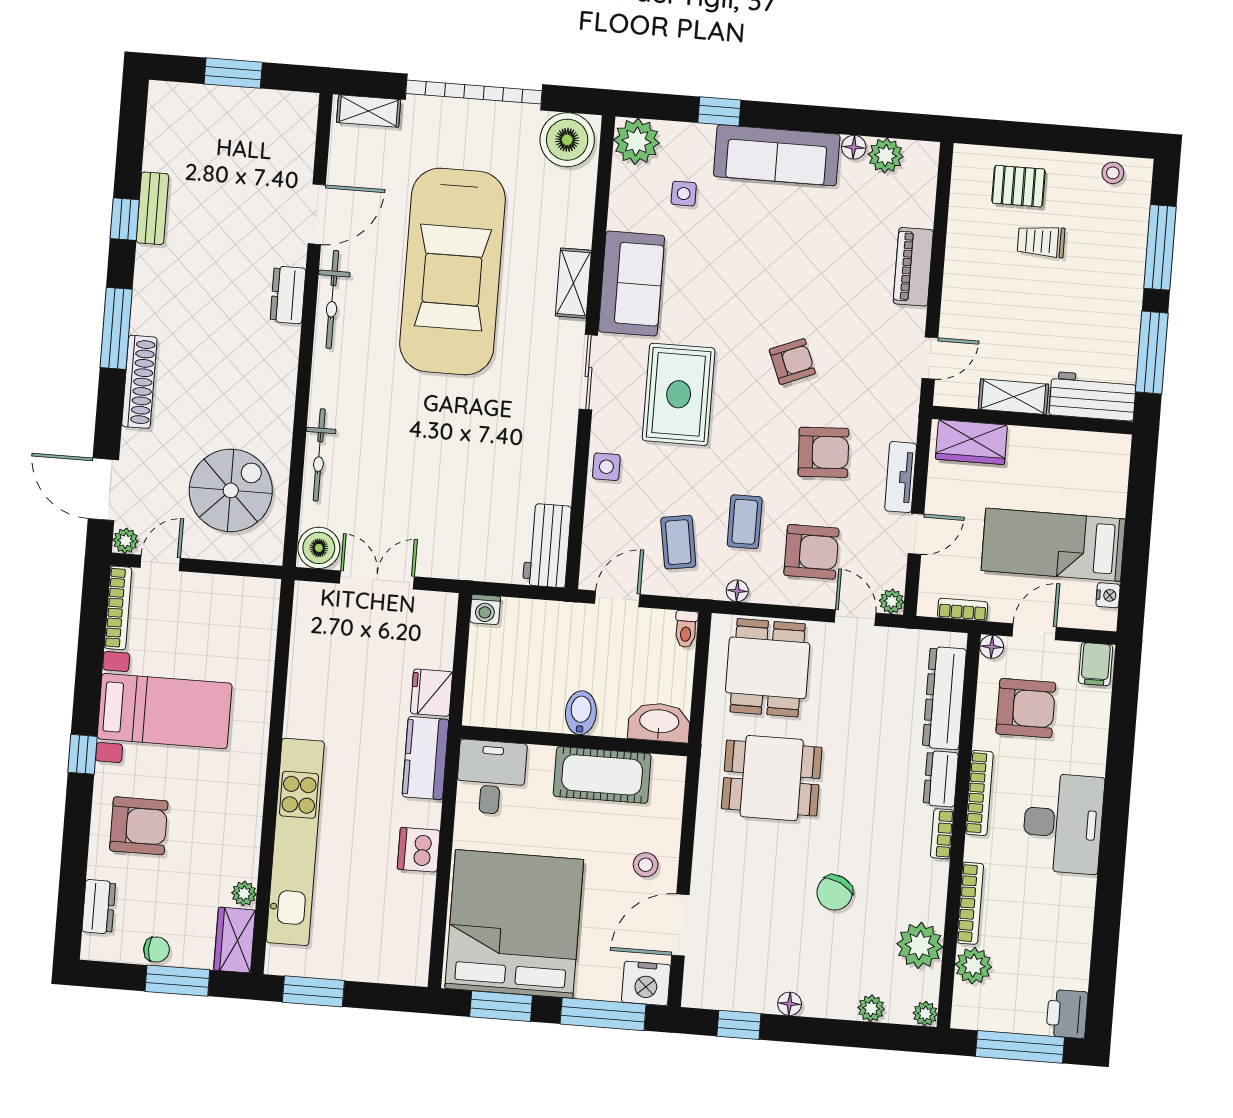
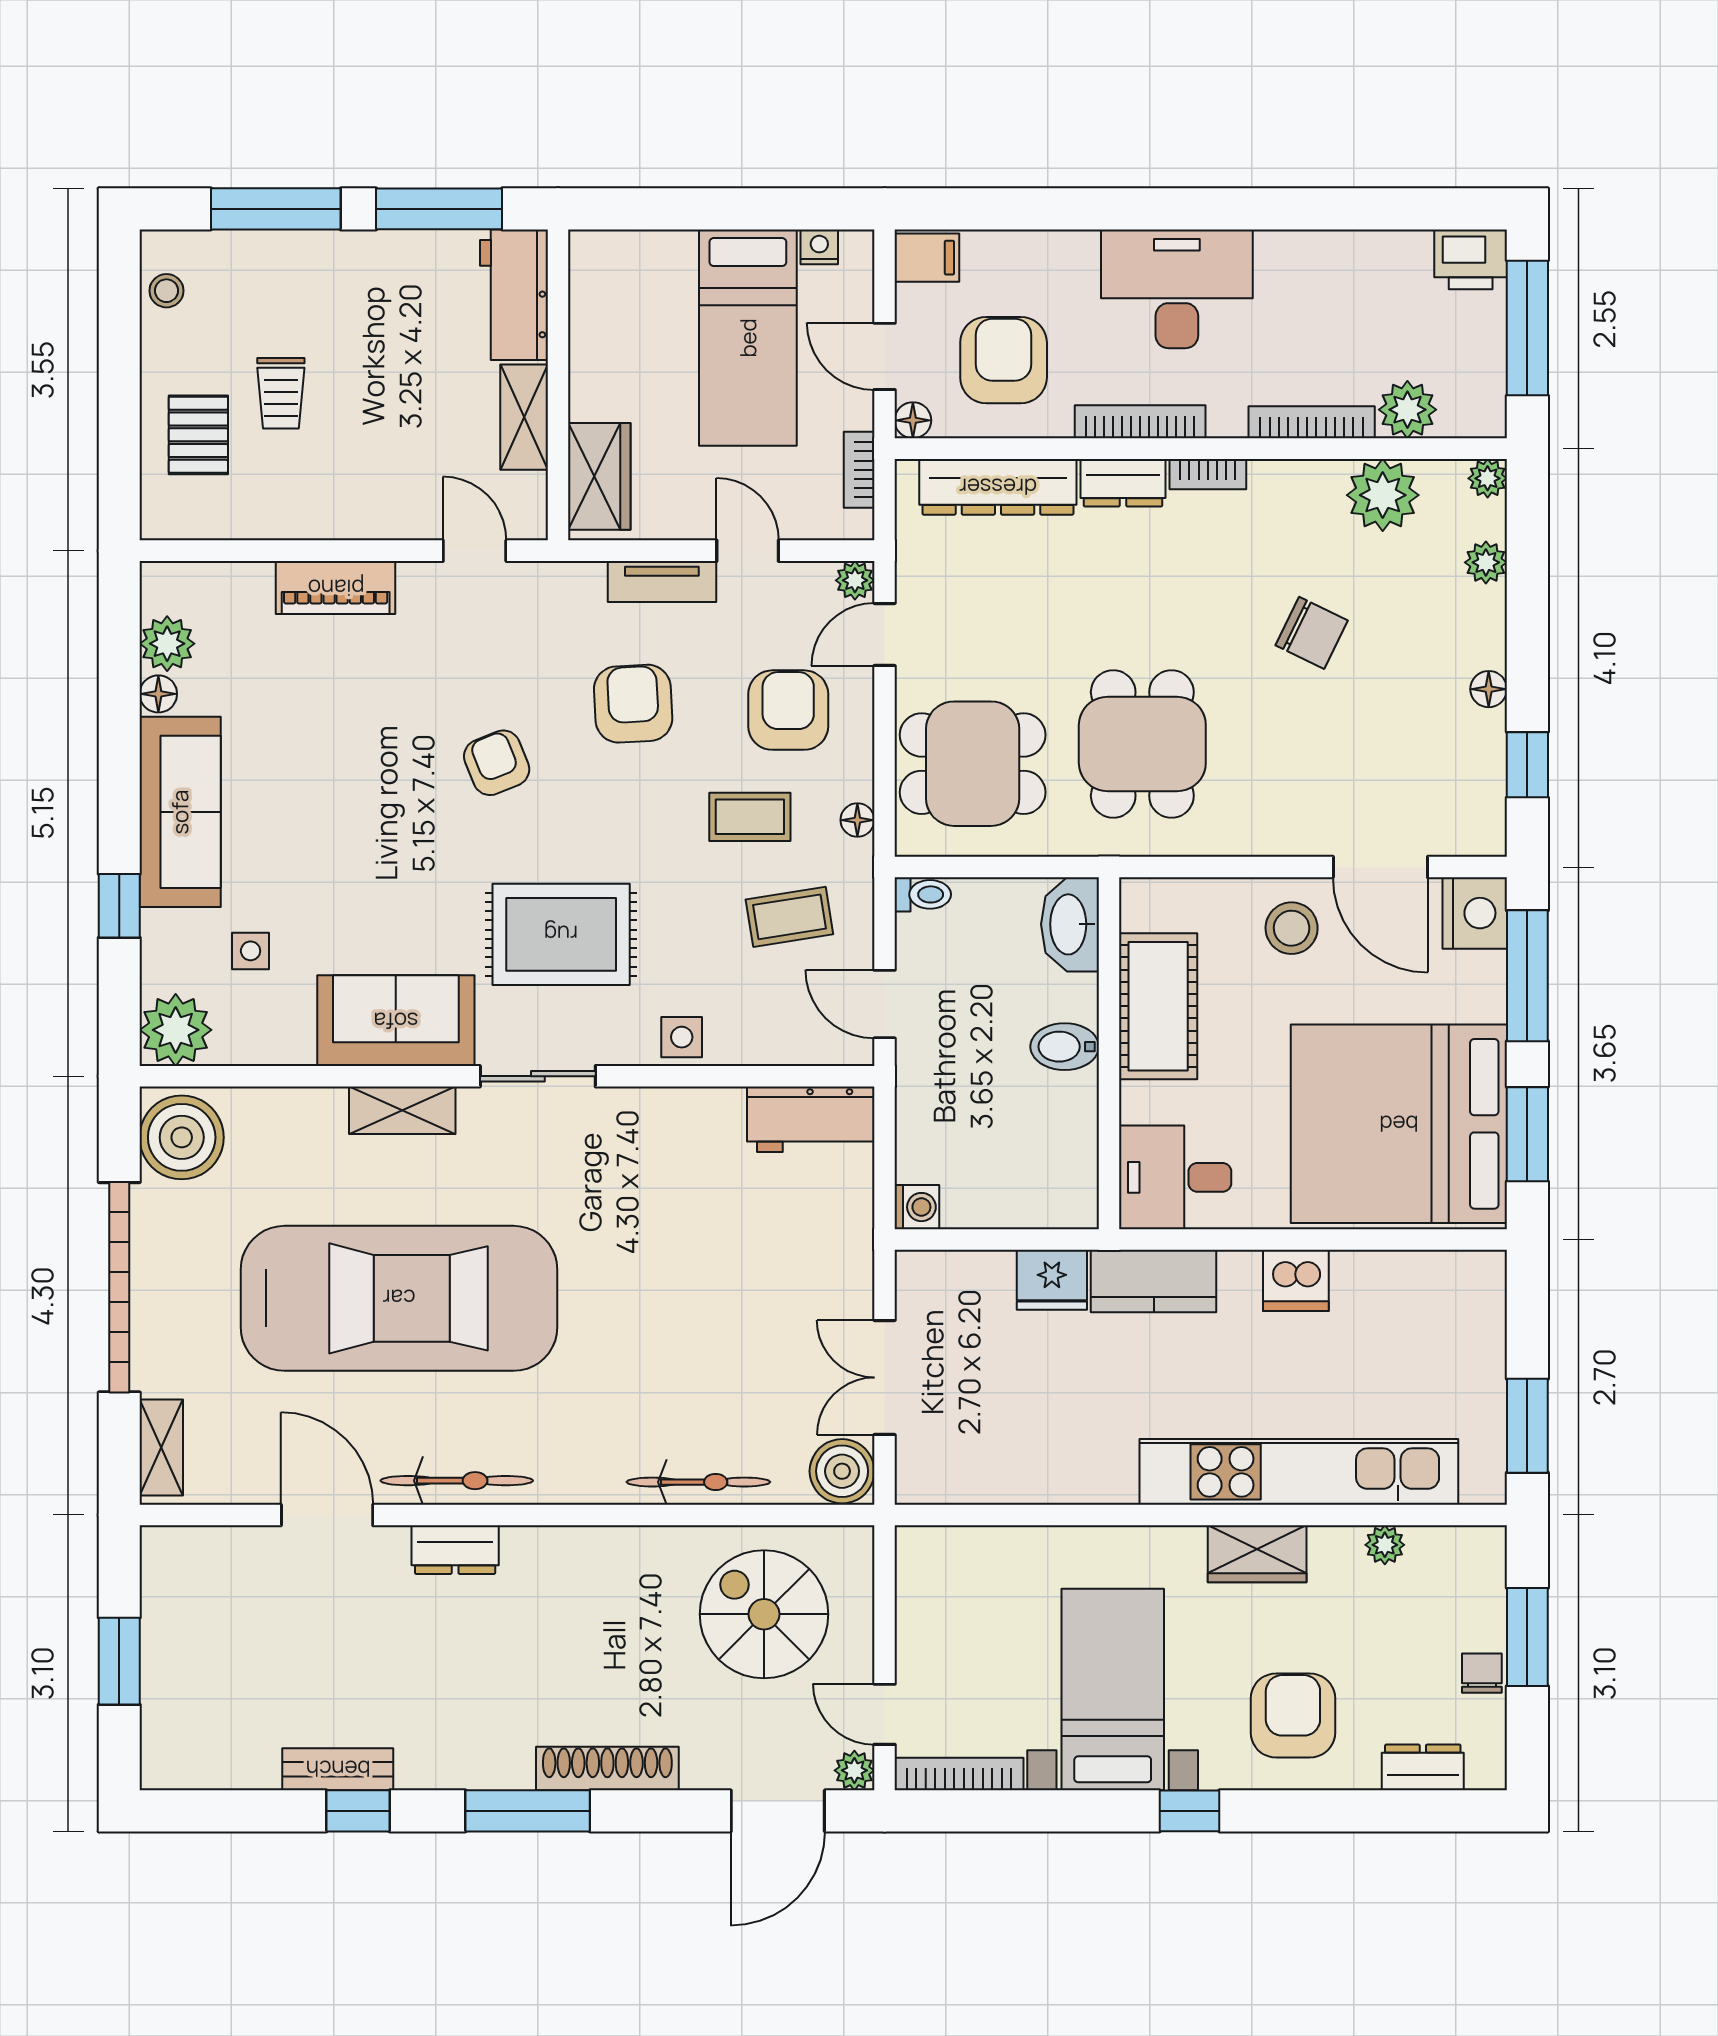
stool: (646, 865) -> (1292, 928), width x1.37, depth x1.37
wardrobe: (235, 940) -> (1257, 1554), moved

